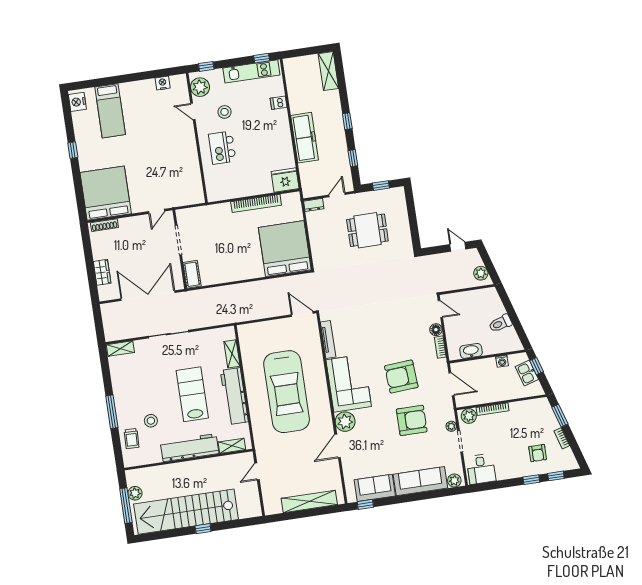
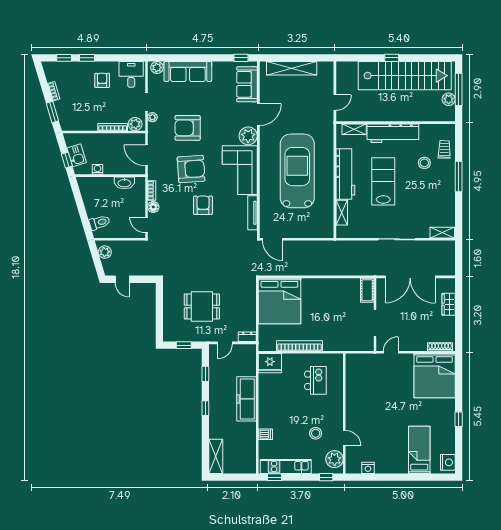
kitchen island: (222, 148) -> (315, 380), moved
toilet: (500, 323) -> (100, 223), moved
armchair: (383, 340) -> (203, 205), added
lab bench: (192, 394) -> (383, 181), turned 180
armchair: (538, 453) -> (102, 80), moved
sofa: (375, 488) -> (247, 84), moved, turned 90

